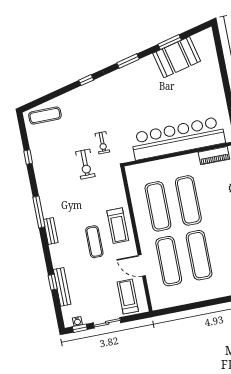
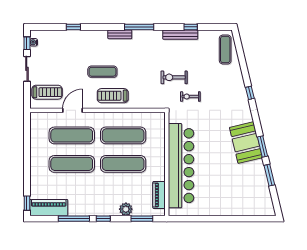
booth: (177, 57) -> (246, 143), moved
window: (128, 61) -> (263, 146), moved
bench: (62, 287) -> (180, 35), moved

